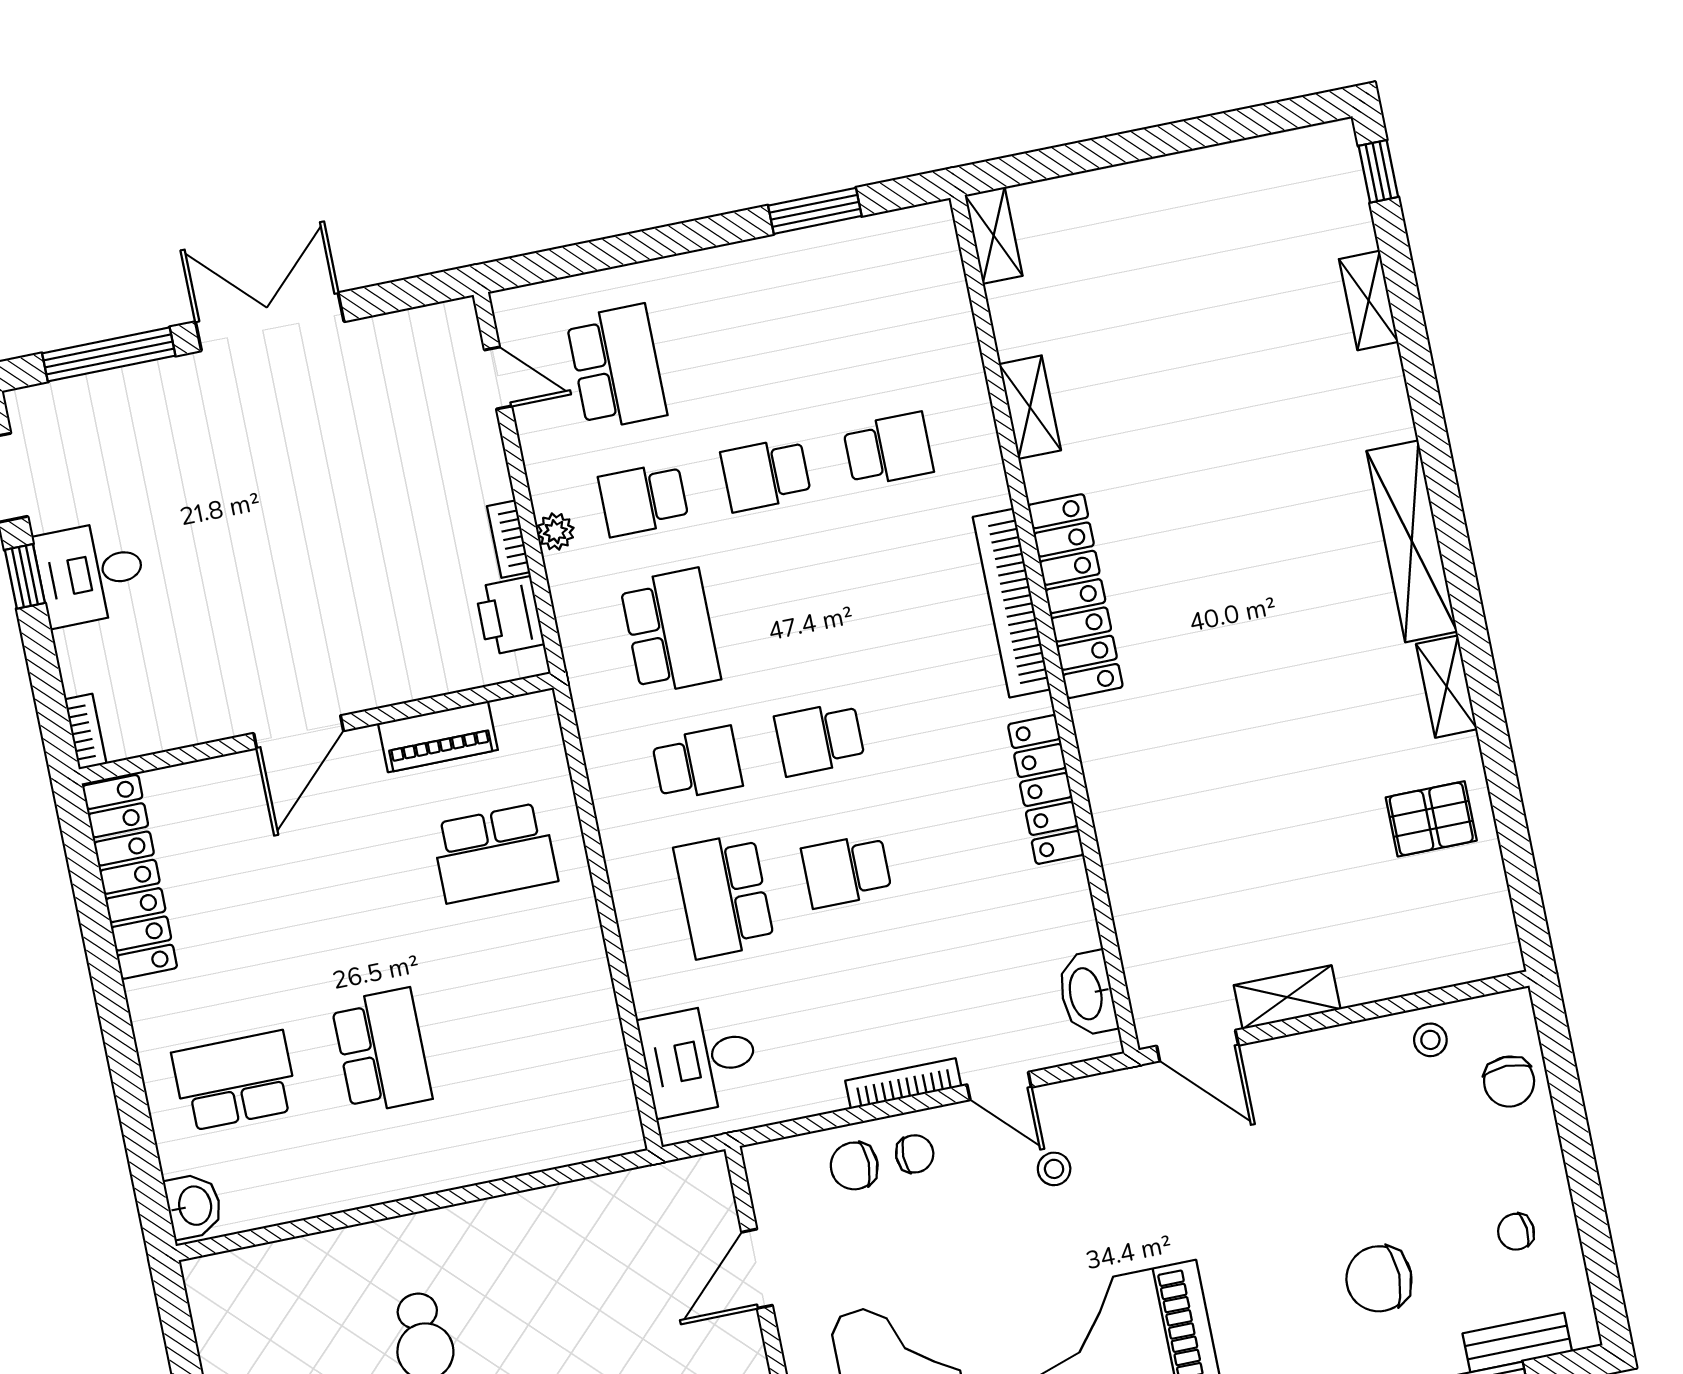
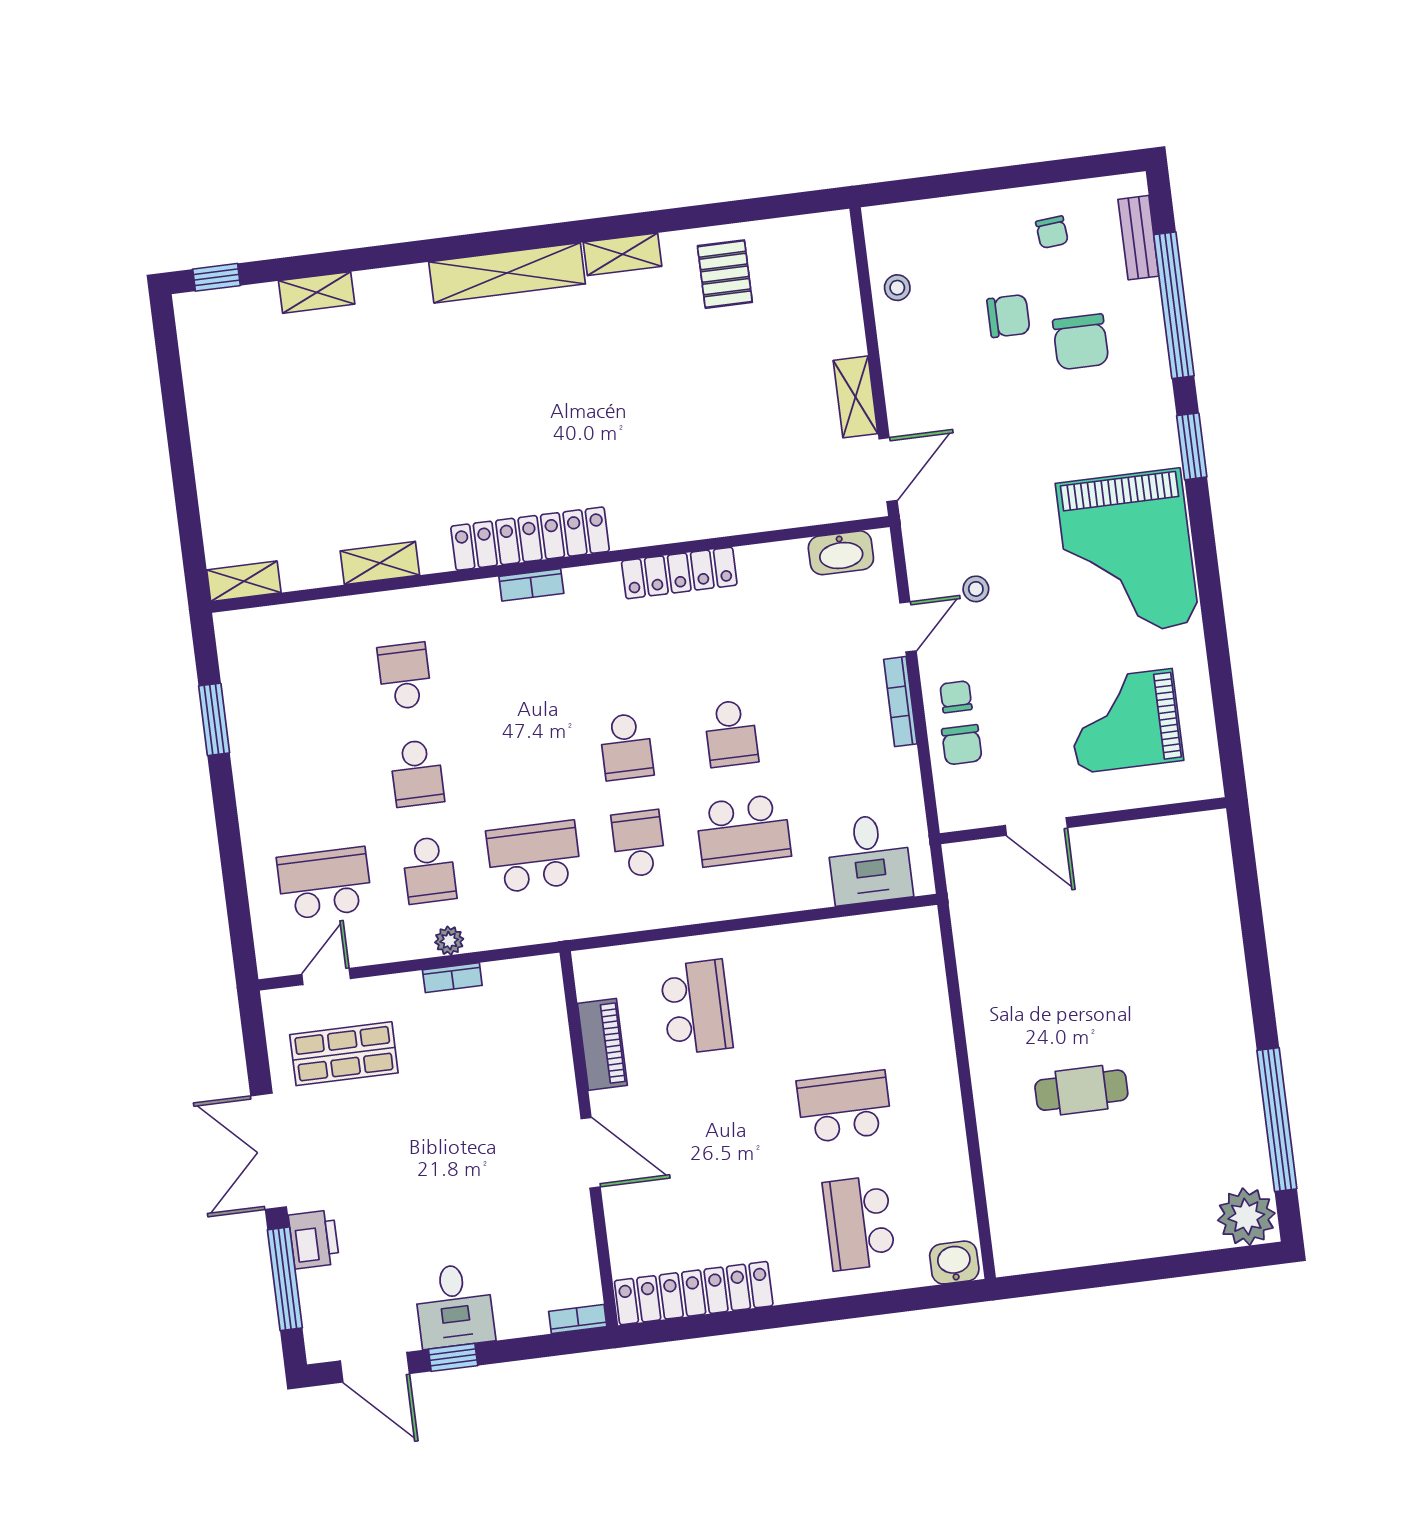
shop shelf: (401, 408) -> (344, 1054), added
bookcase: (1012, 603) -> (531, 585), width x0.43, depth x0.76
printer: (510, 616) -> (314, 1239), moved, turned -90
chair: (1509, 1082) -> (1008, 316), moved

